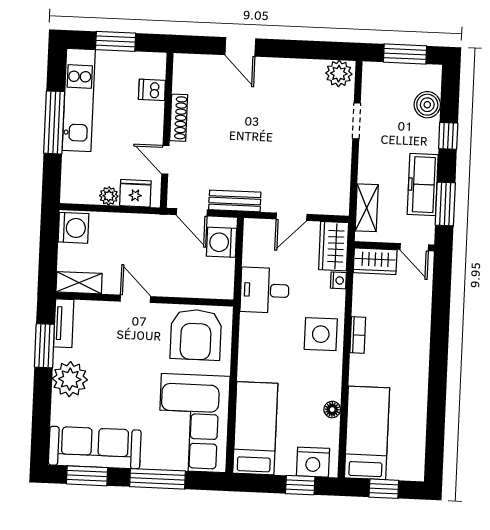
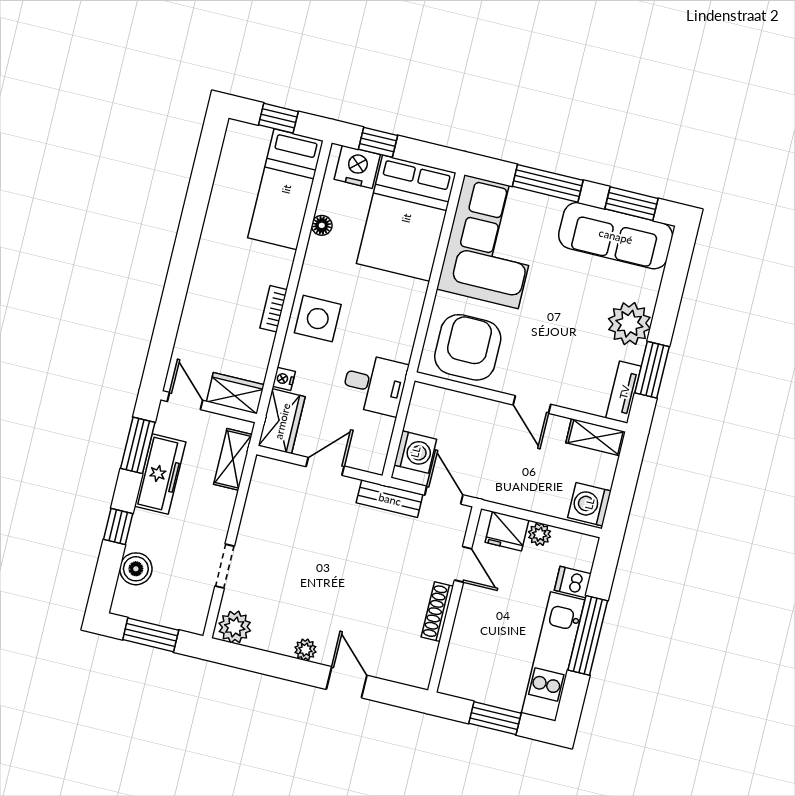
plant: (279, 67) -> (305, 650), added
dishwasher: (152, 90) -> (573, 582), moved, turned 180
bed: (255, 428) -> (406, 218), width x1.50

